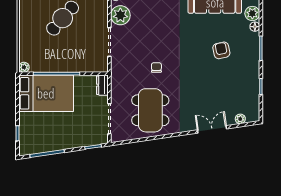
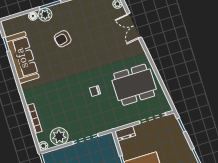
plant: (252, 13) -> (45, 15), moved

